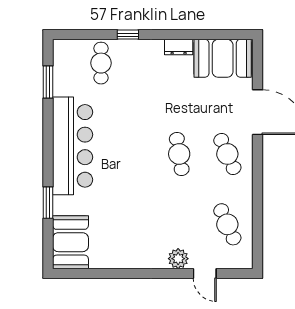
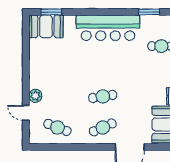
window: (48, 203) -> (51, 12), moved
cafe table: (227, 224) -> (57, 127), turned 45
door: (205, 273) -> (26, 113), hinge flipped

